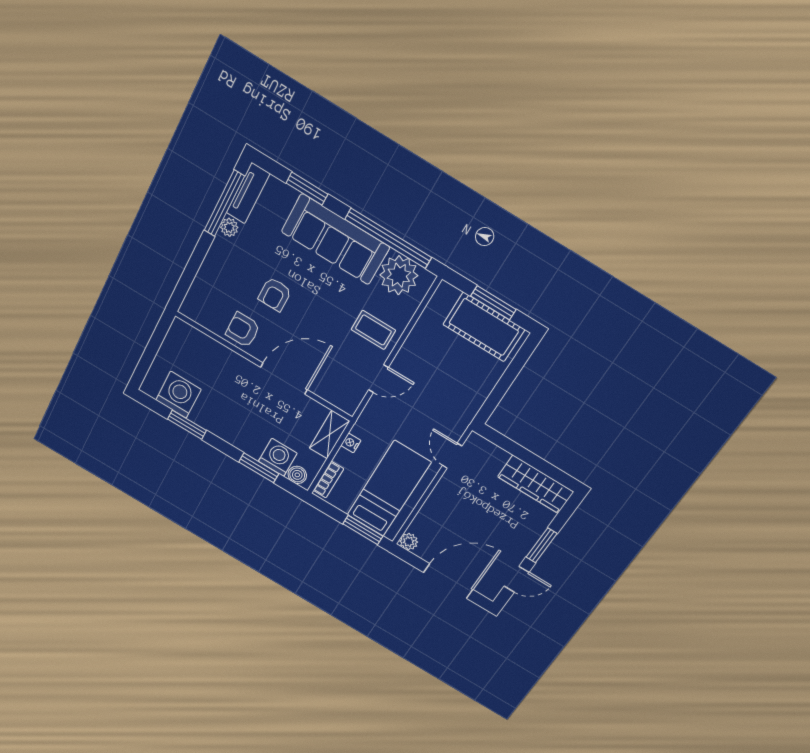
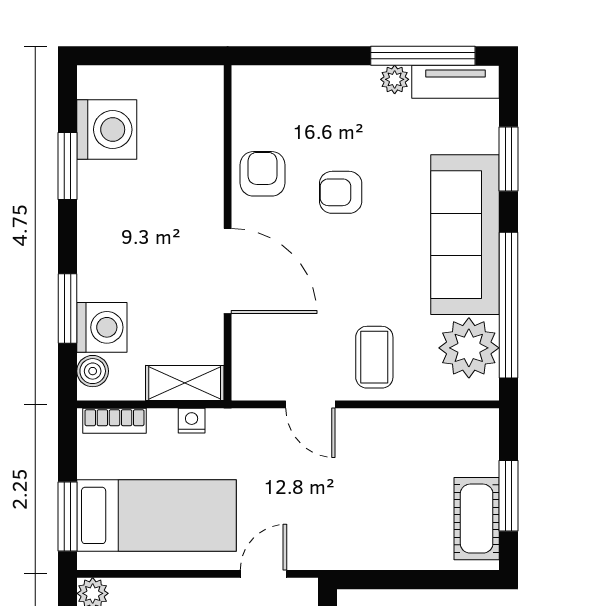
cot: (484, 327) -> (477, 519), width x0.73, depth x0.75

